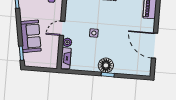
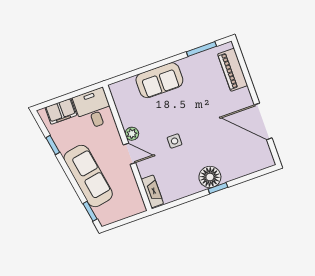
door: (62, 28) -> (129, 154), swing flipped
sofa: (31, 36) -> (88, 176), width x1.36
plant: (67, 42) -> (132, 134), moved

